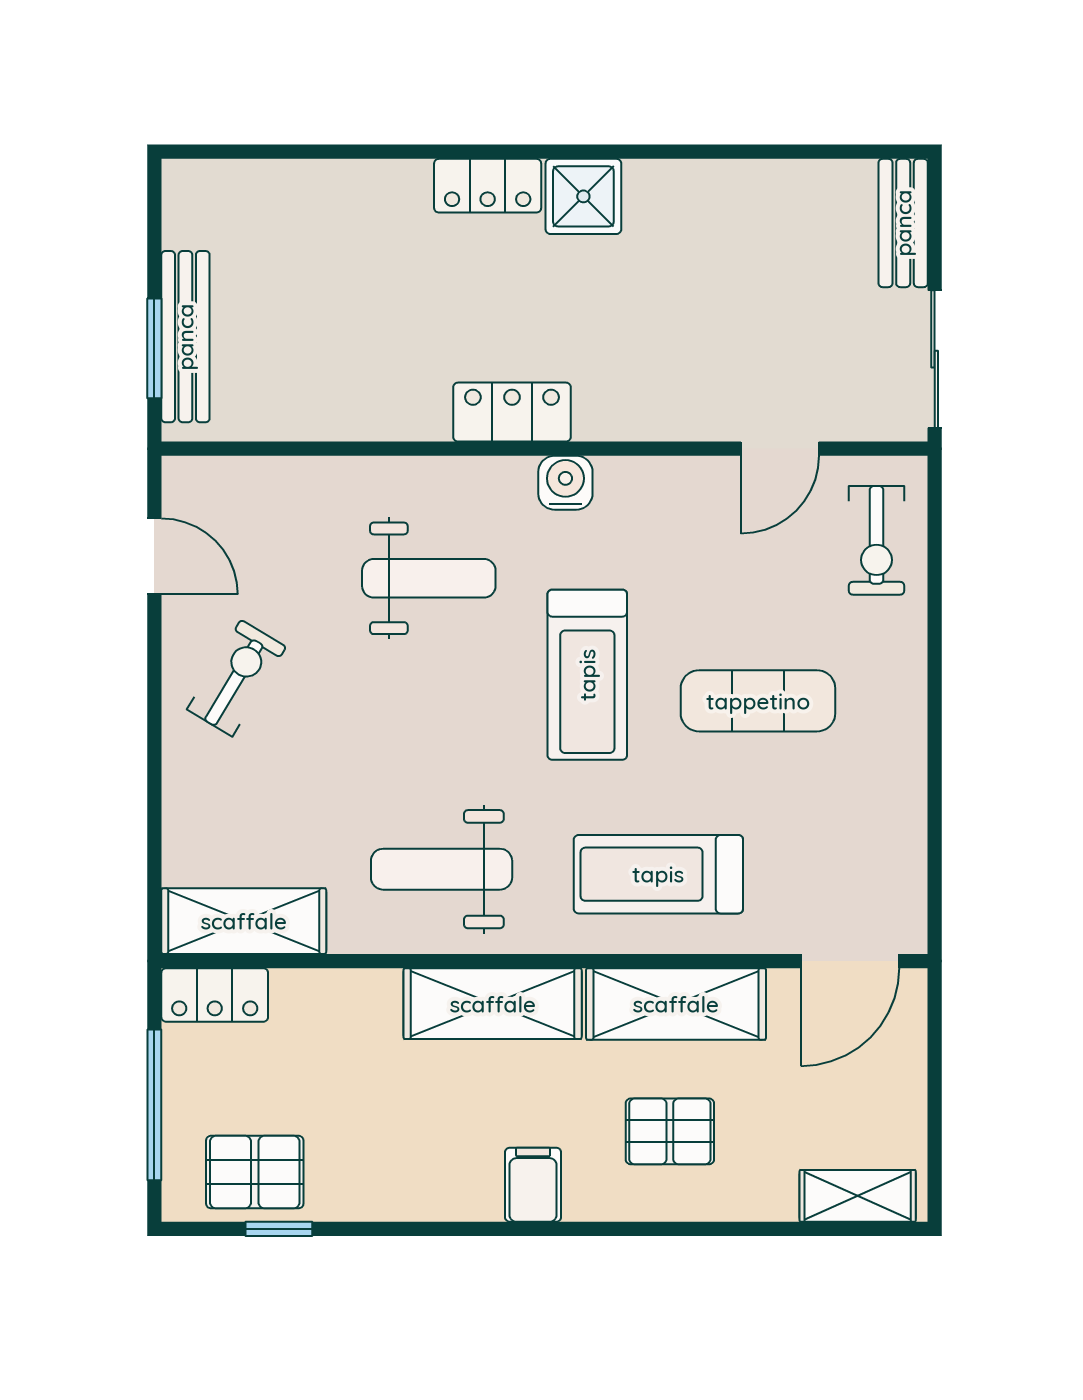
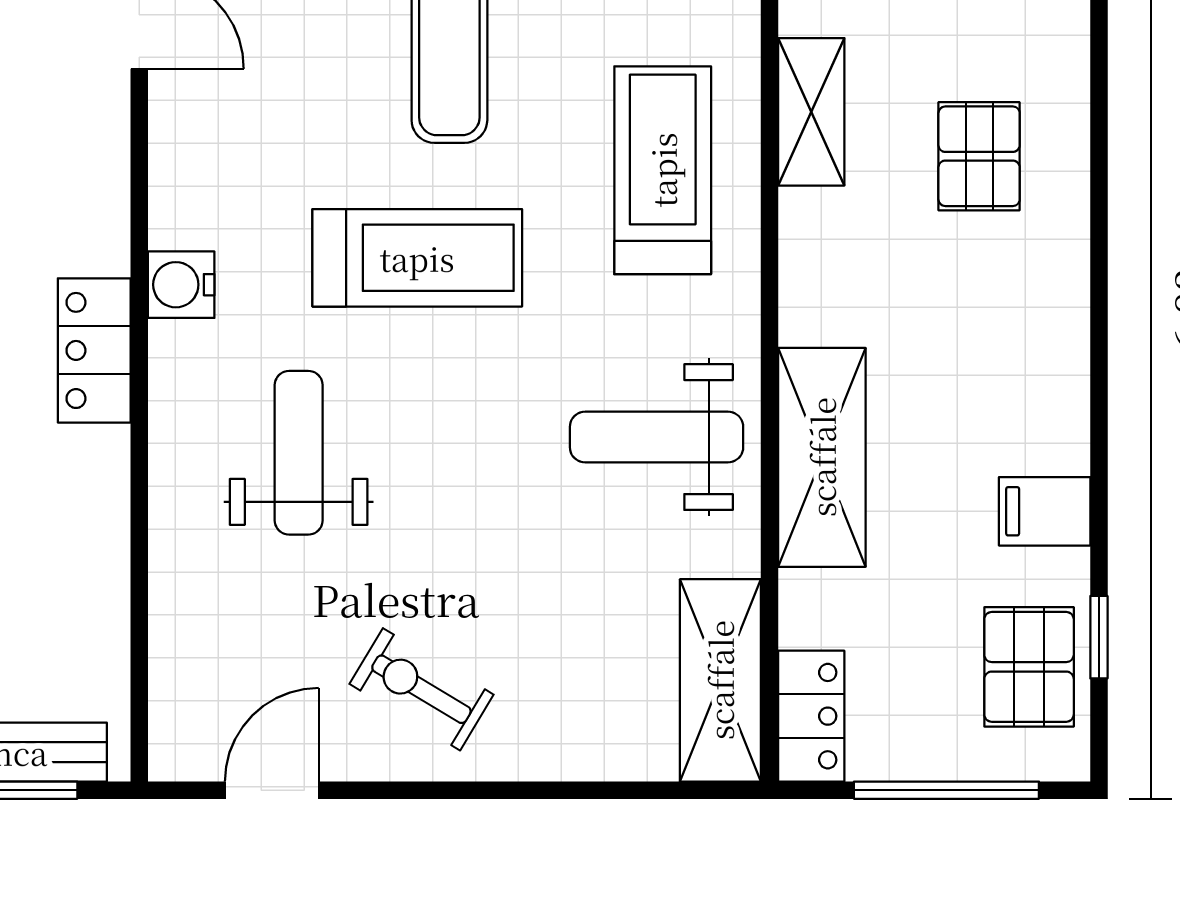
weight bench: (442, 869) -> (657, 437), turned 90
treadmill: (658, 874) -> (663, 170), turned 180
shelving: (493, 1004) -> (822, 457), moved
shelving: (676, 1004) -> (811, 112), width x0.67, depth x0.75
filing cabinet: (533, 1185) -> (1045, 511), moved

